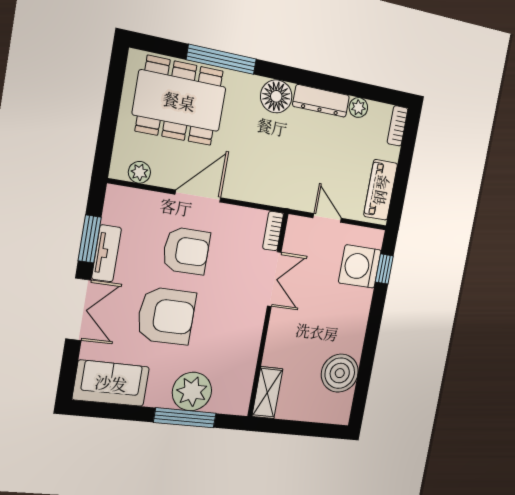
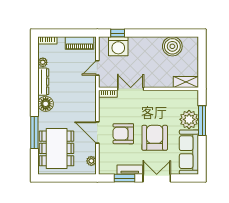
armchair: (186, 251) -> (123, 134), turned -90
sofa: (111, 383) -> (189, 152), width x1.36

